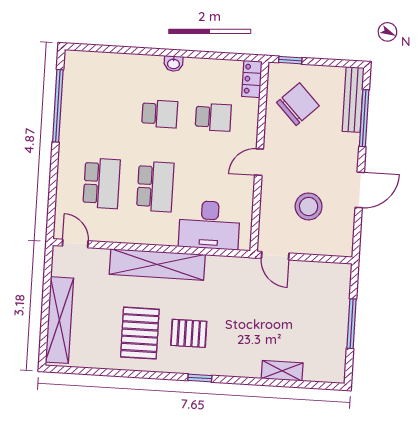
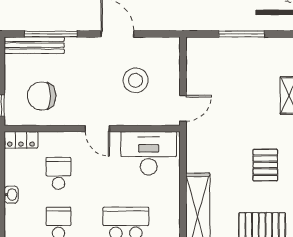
washbasin: (173, 64) -> (11, 195), moved
chair: (298, 104) -> (42, 96), turned -46
desk: (209, 225) -> (149, 153), moved, turned -90
pallet: (189, 333) -> (265, 165), moved

